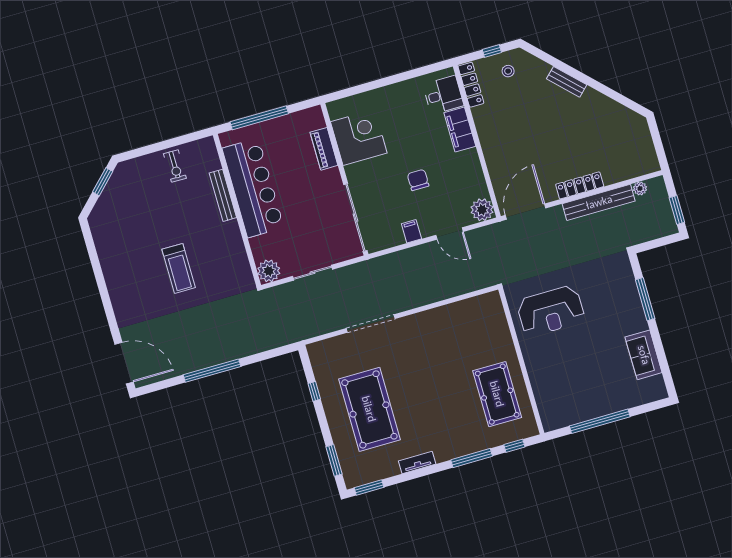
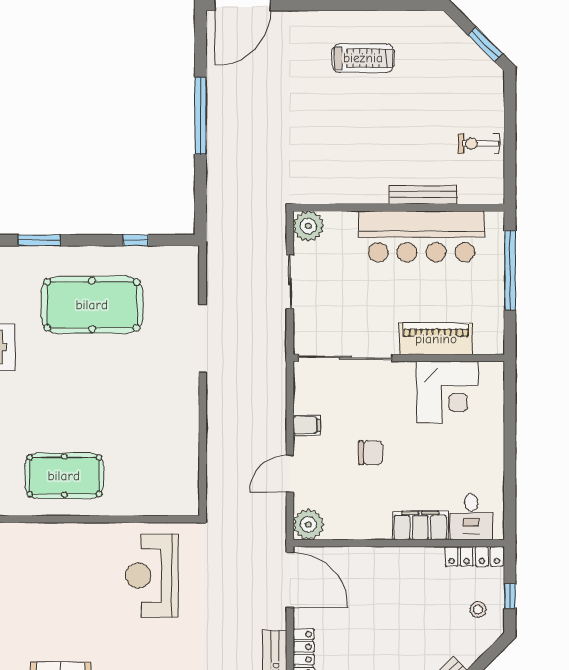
piano: (324, 149) -> (436, 339), width x1.37, depth x1.33
treadmill: (179, 268) -> (363, 58), moved, turned 180

